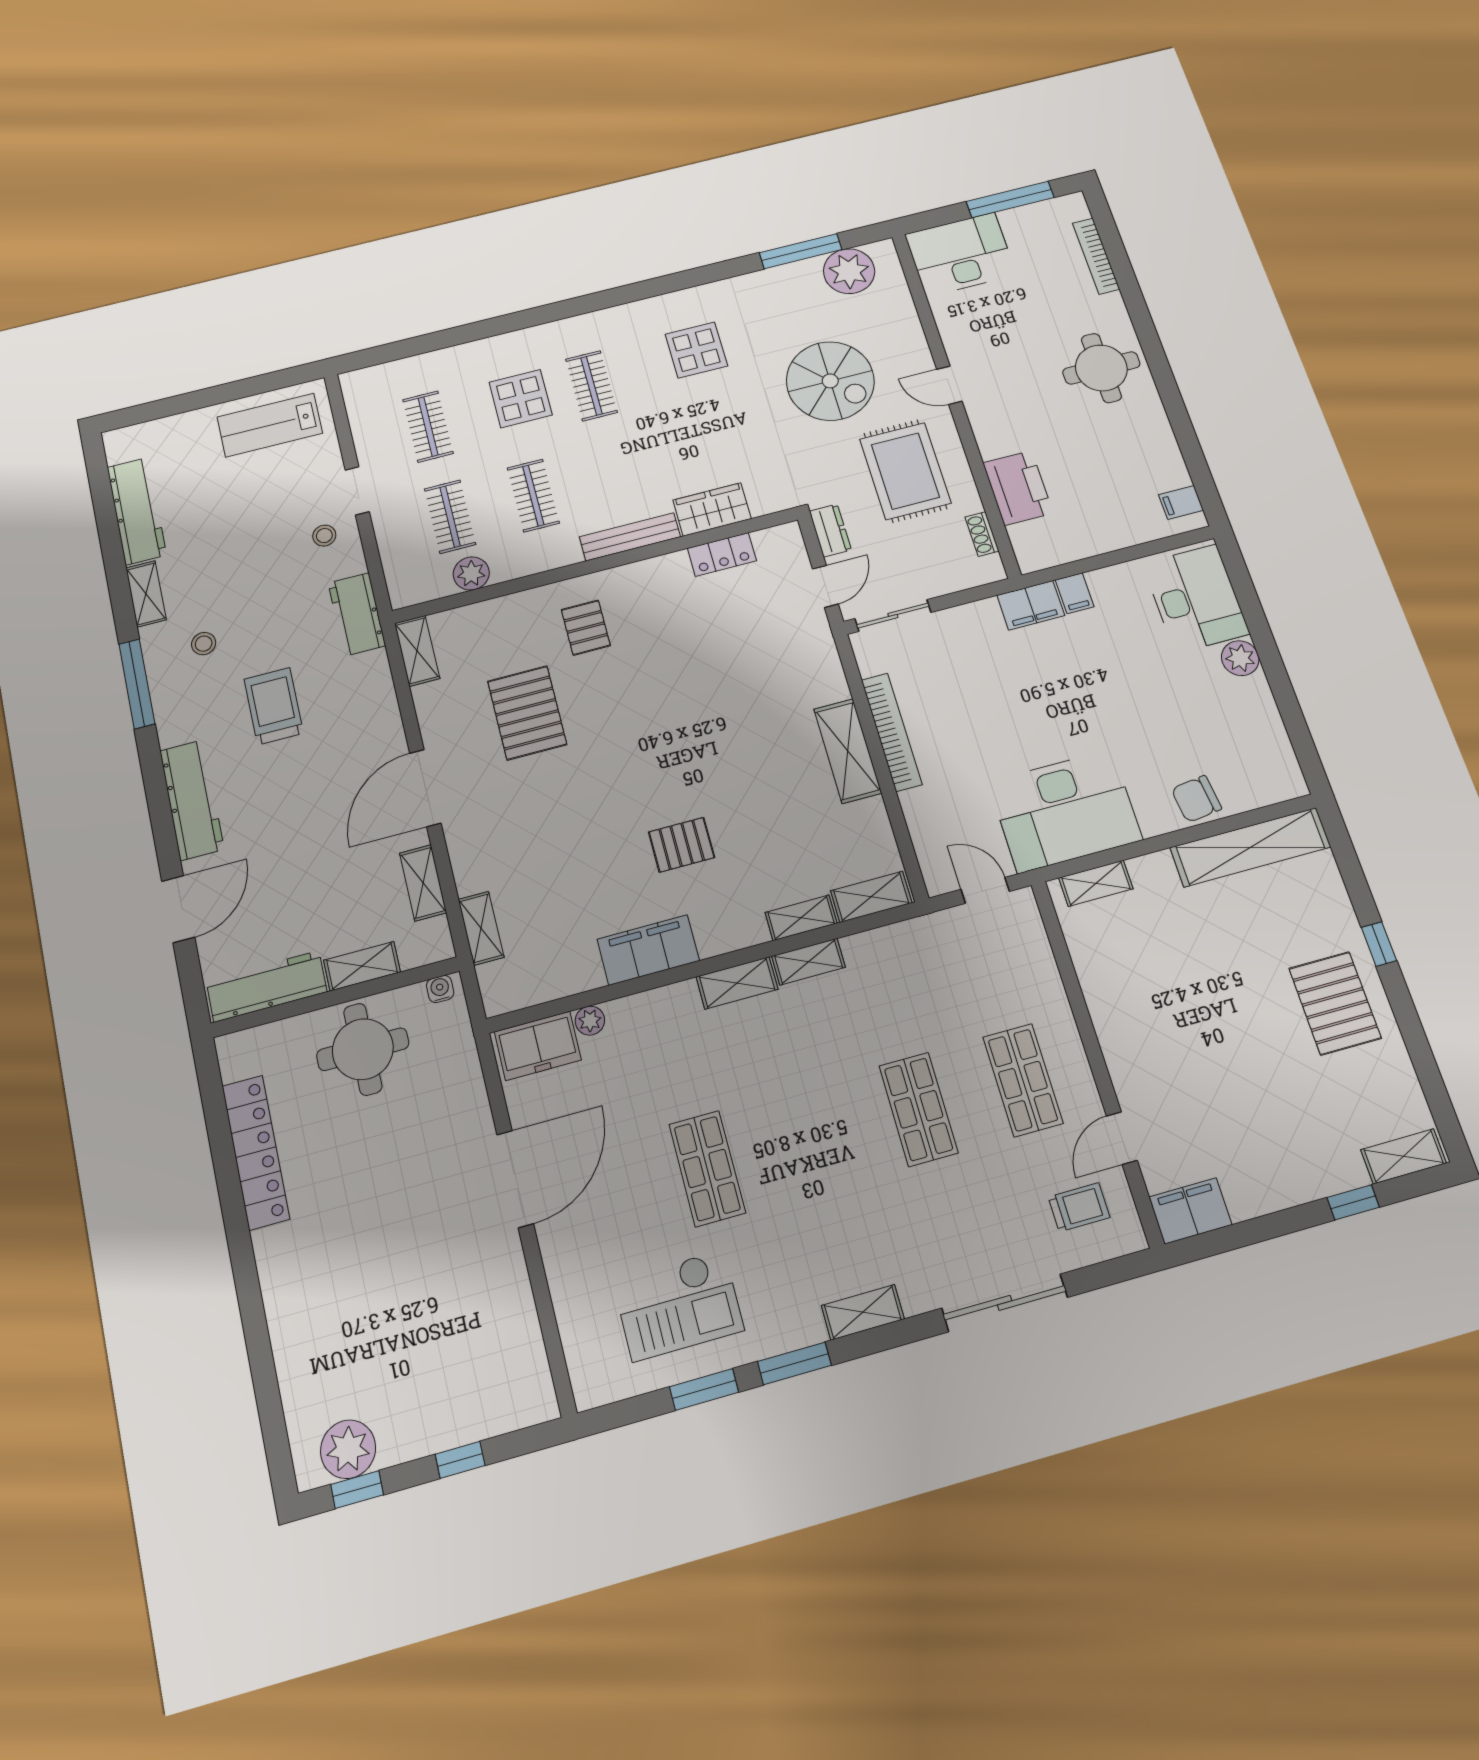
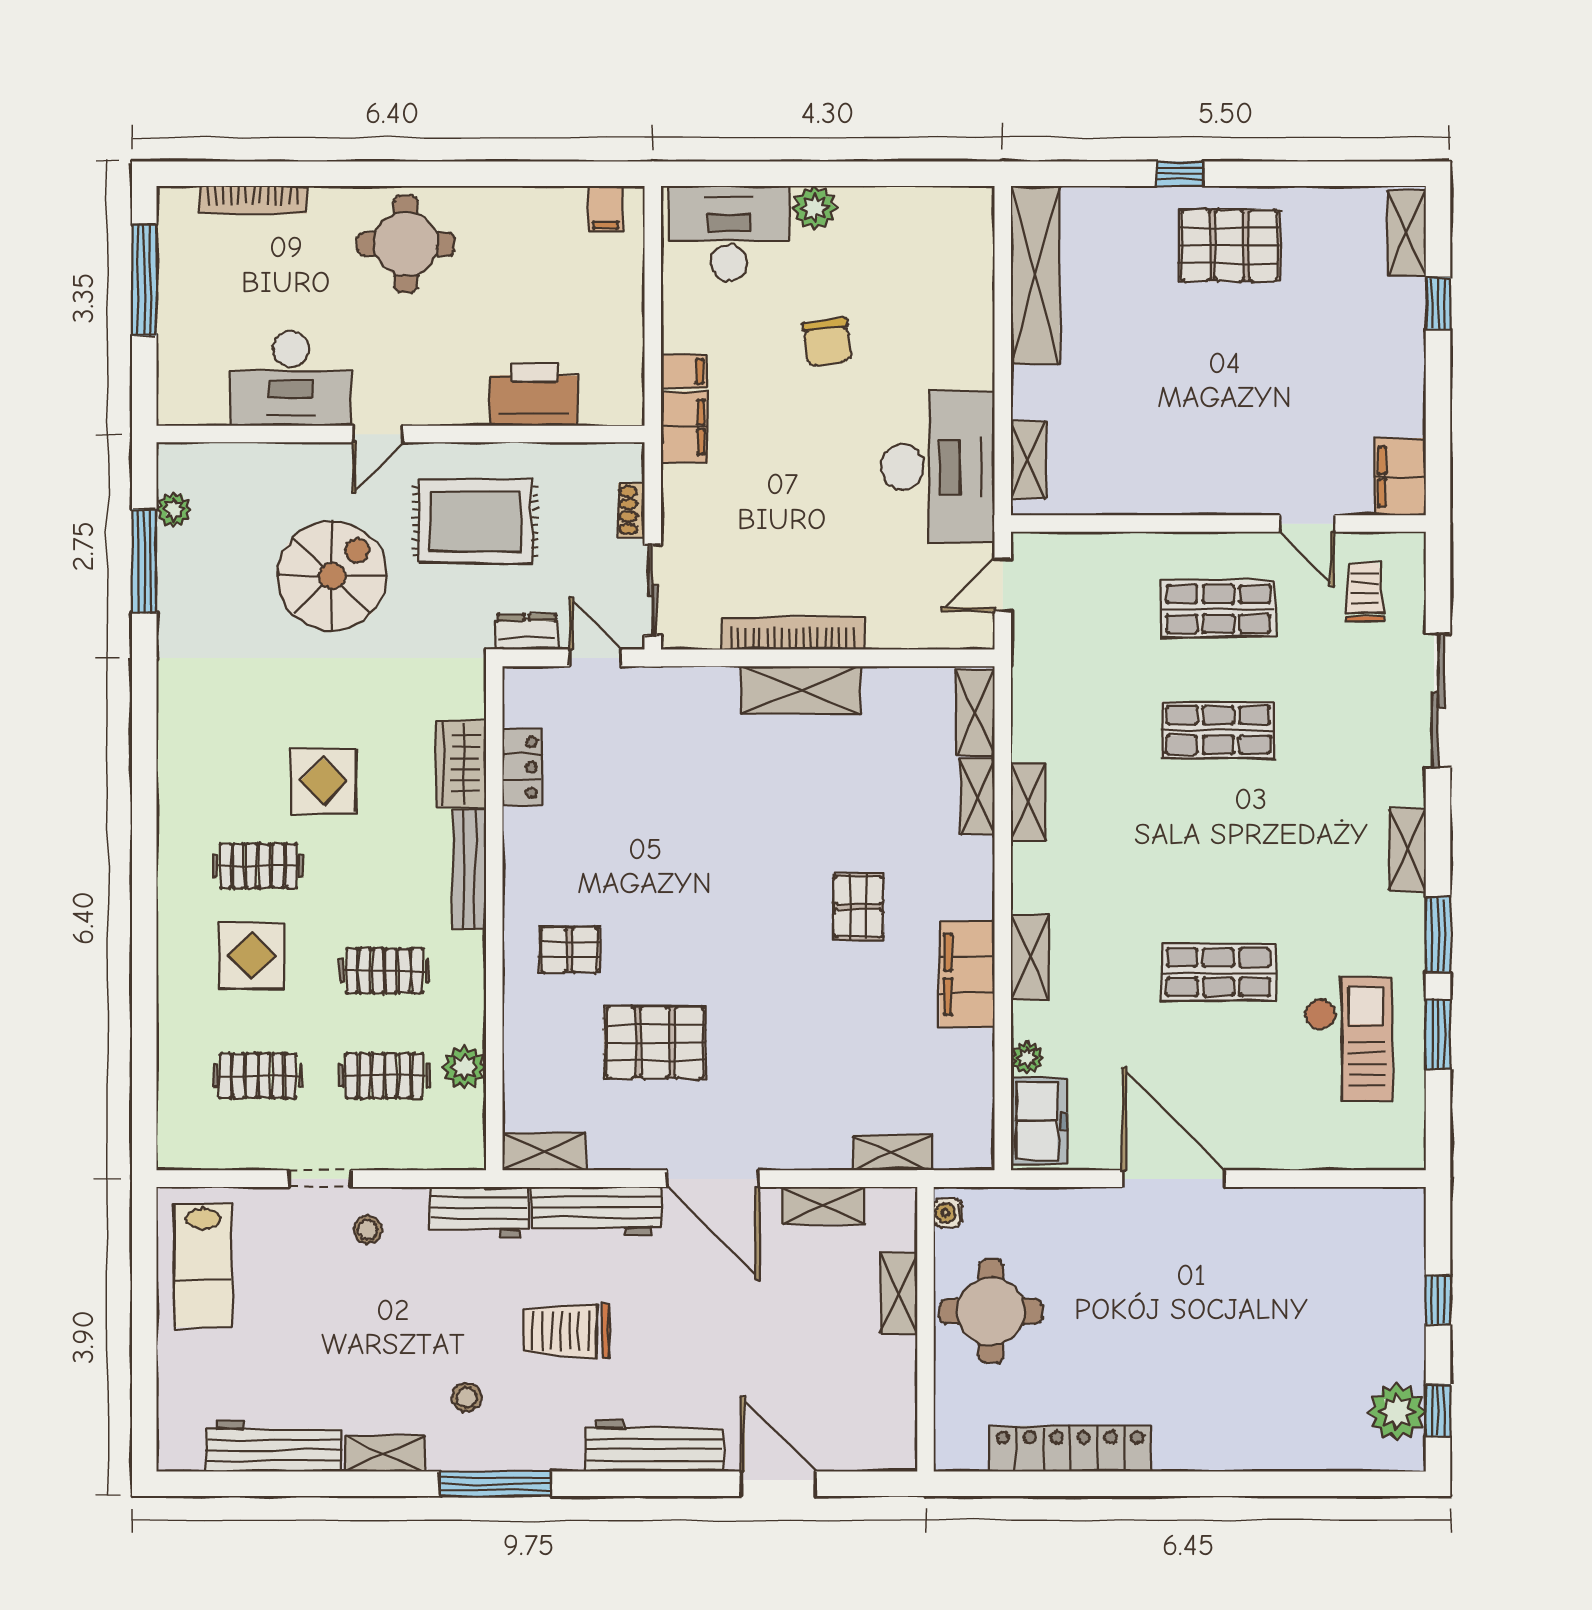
desk: (961, 254) -> (291, 378), moved, turned -90
plant: (849, 271) -> (174, 510), width x0.53, depth x0.53
display table: (696, 350) -> (323, 781), moved
shoe rack: (982, 534) -> (632, 510), moved, turned 90
chair: (1196, 799) -> (827, 342), moved
shelving: (737, 983) -> (1030, 957), moved
workbench: (267, 986) -> (596, 1211), moved, turned -90

